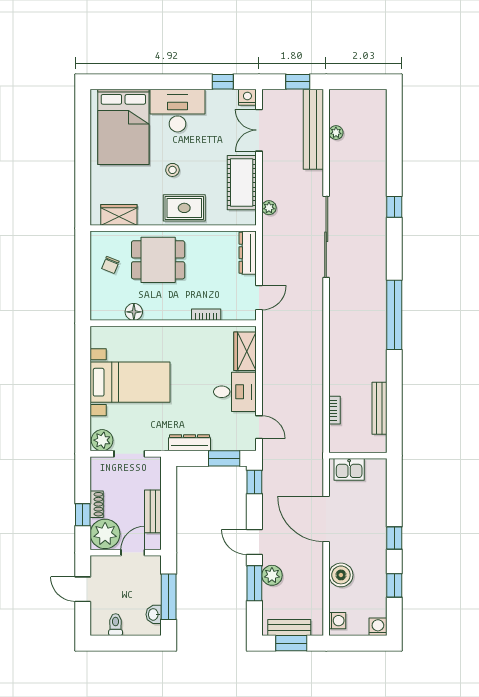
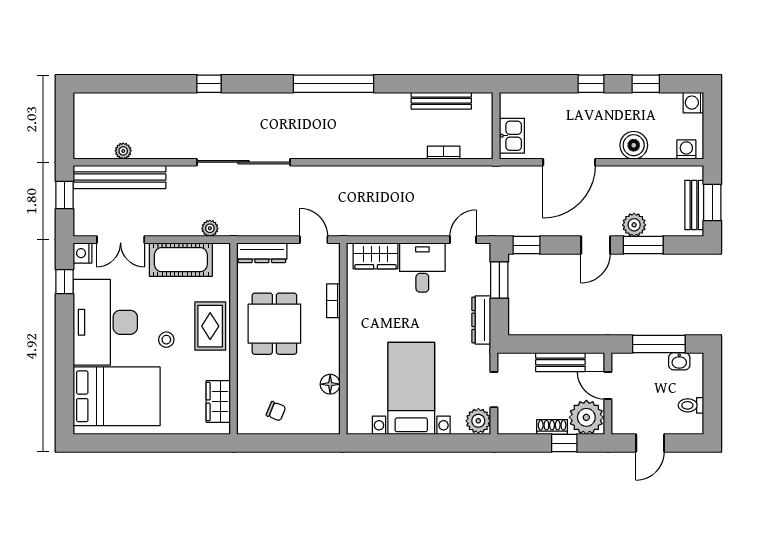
desk: (178, 111) -> (105, 322), width x1.36, depth x1.30
dining table: (158, 260) -> (274, 324), moved

